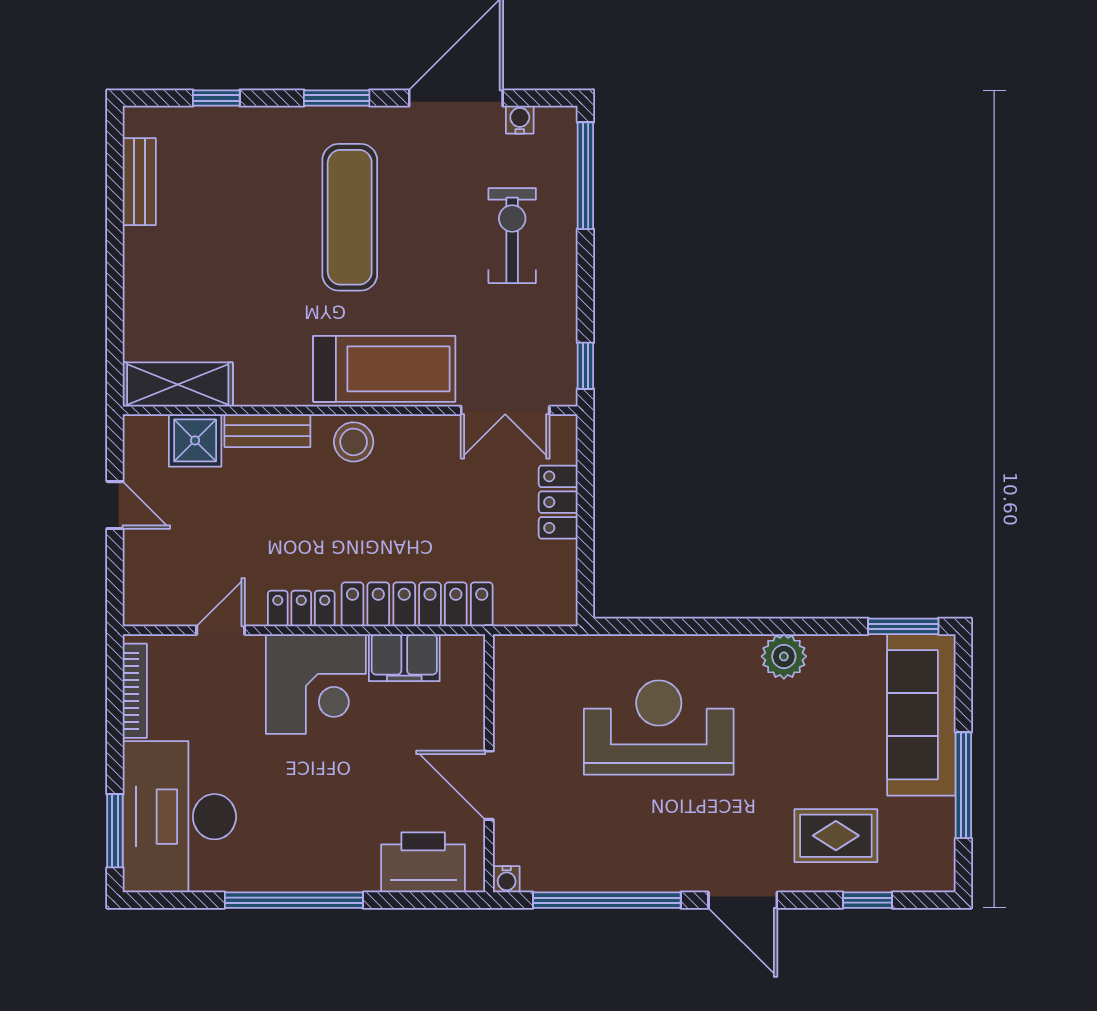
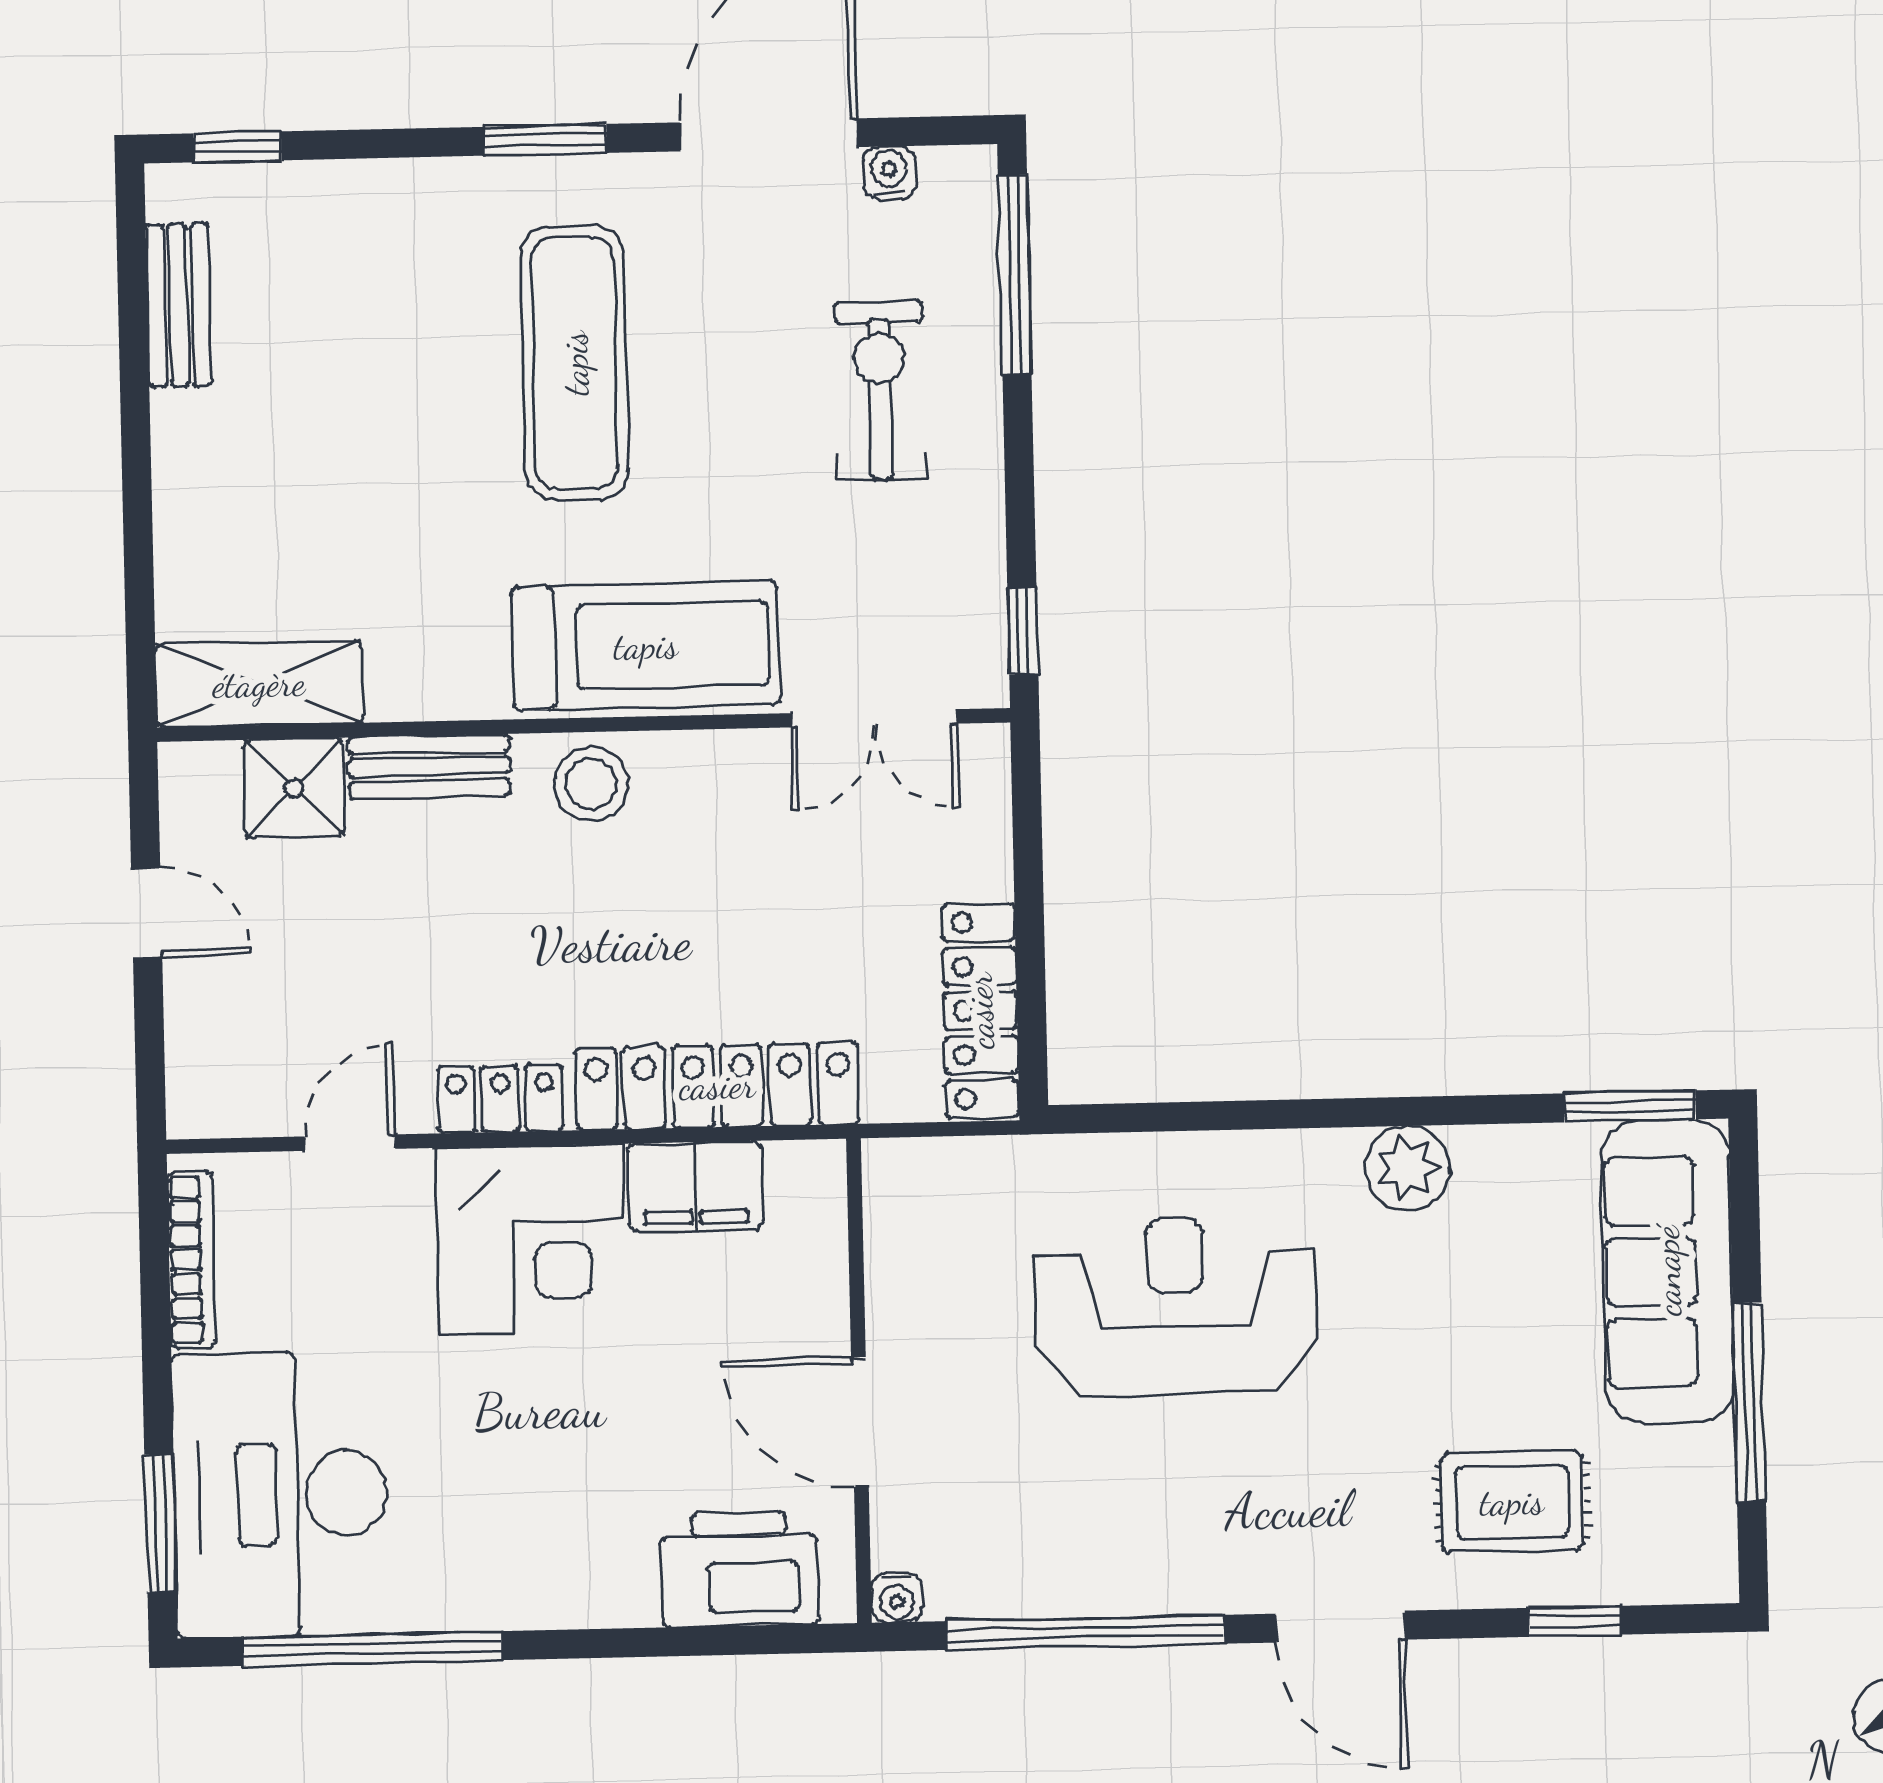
window: (216, 98) -> (237, 147), moved
locker: (558, 502) -> (980, 1011), moved, width x1.53
window: (294, 900) -> (372, 1649), moved

